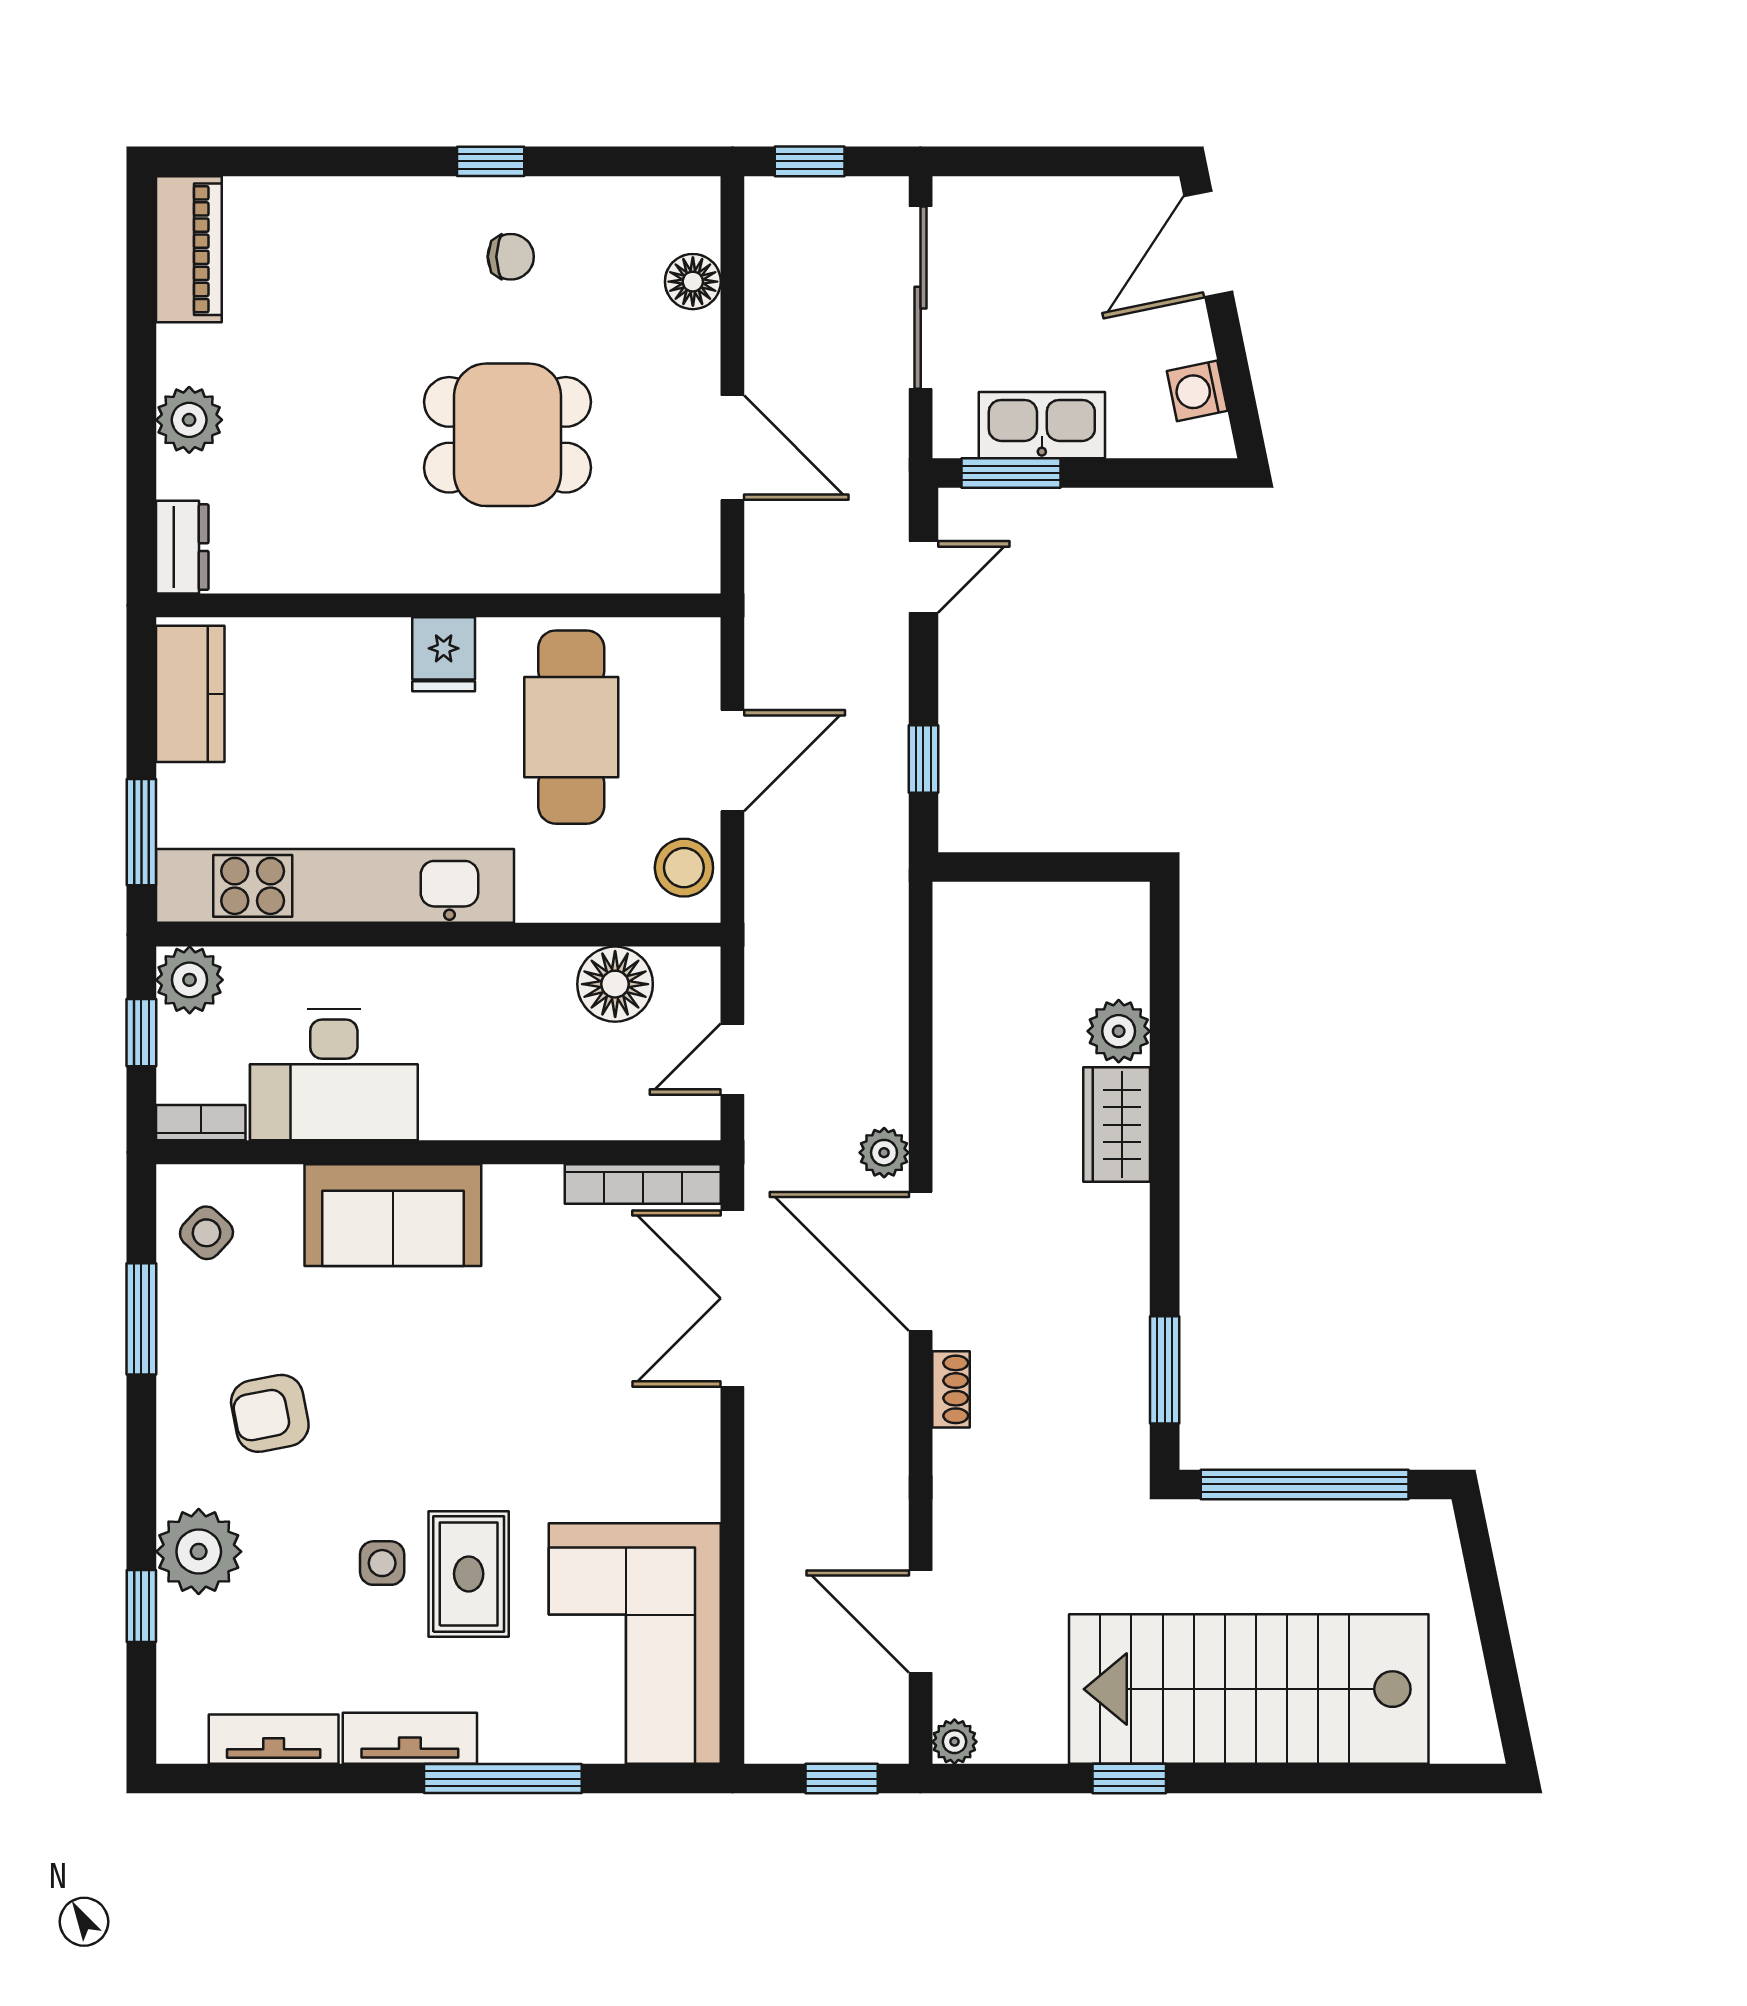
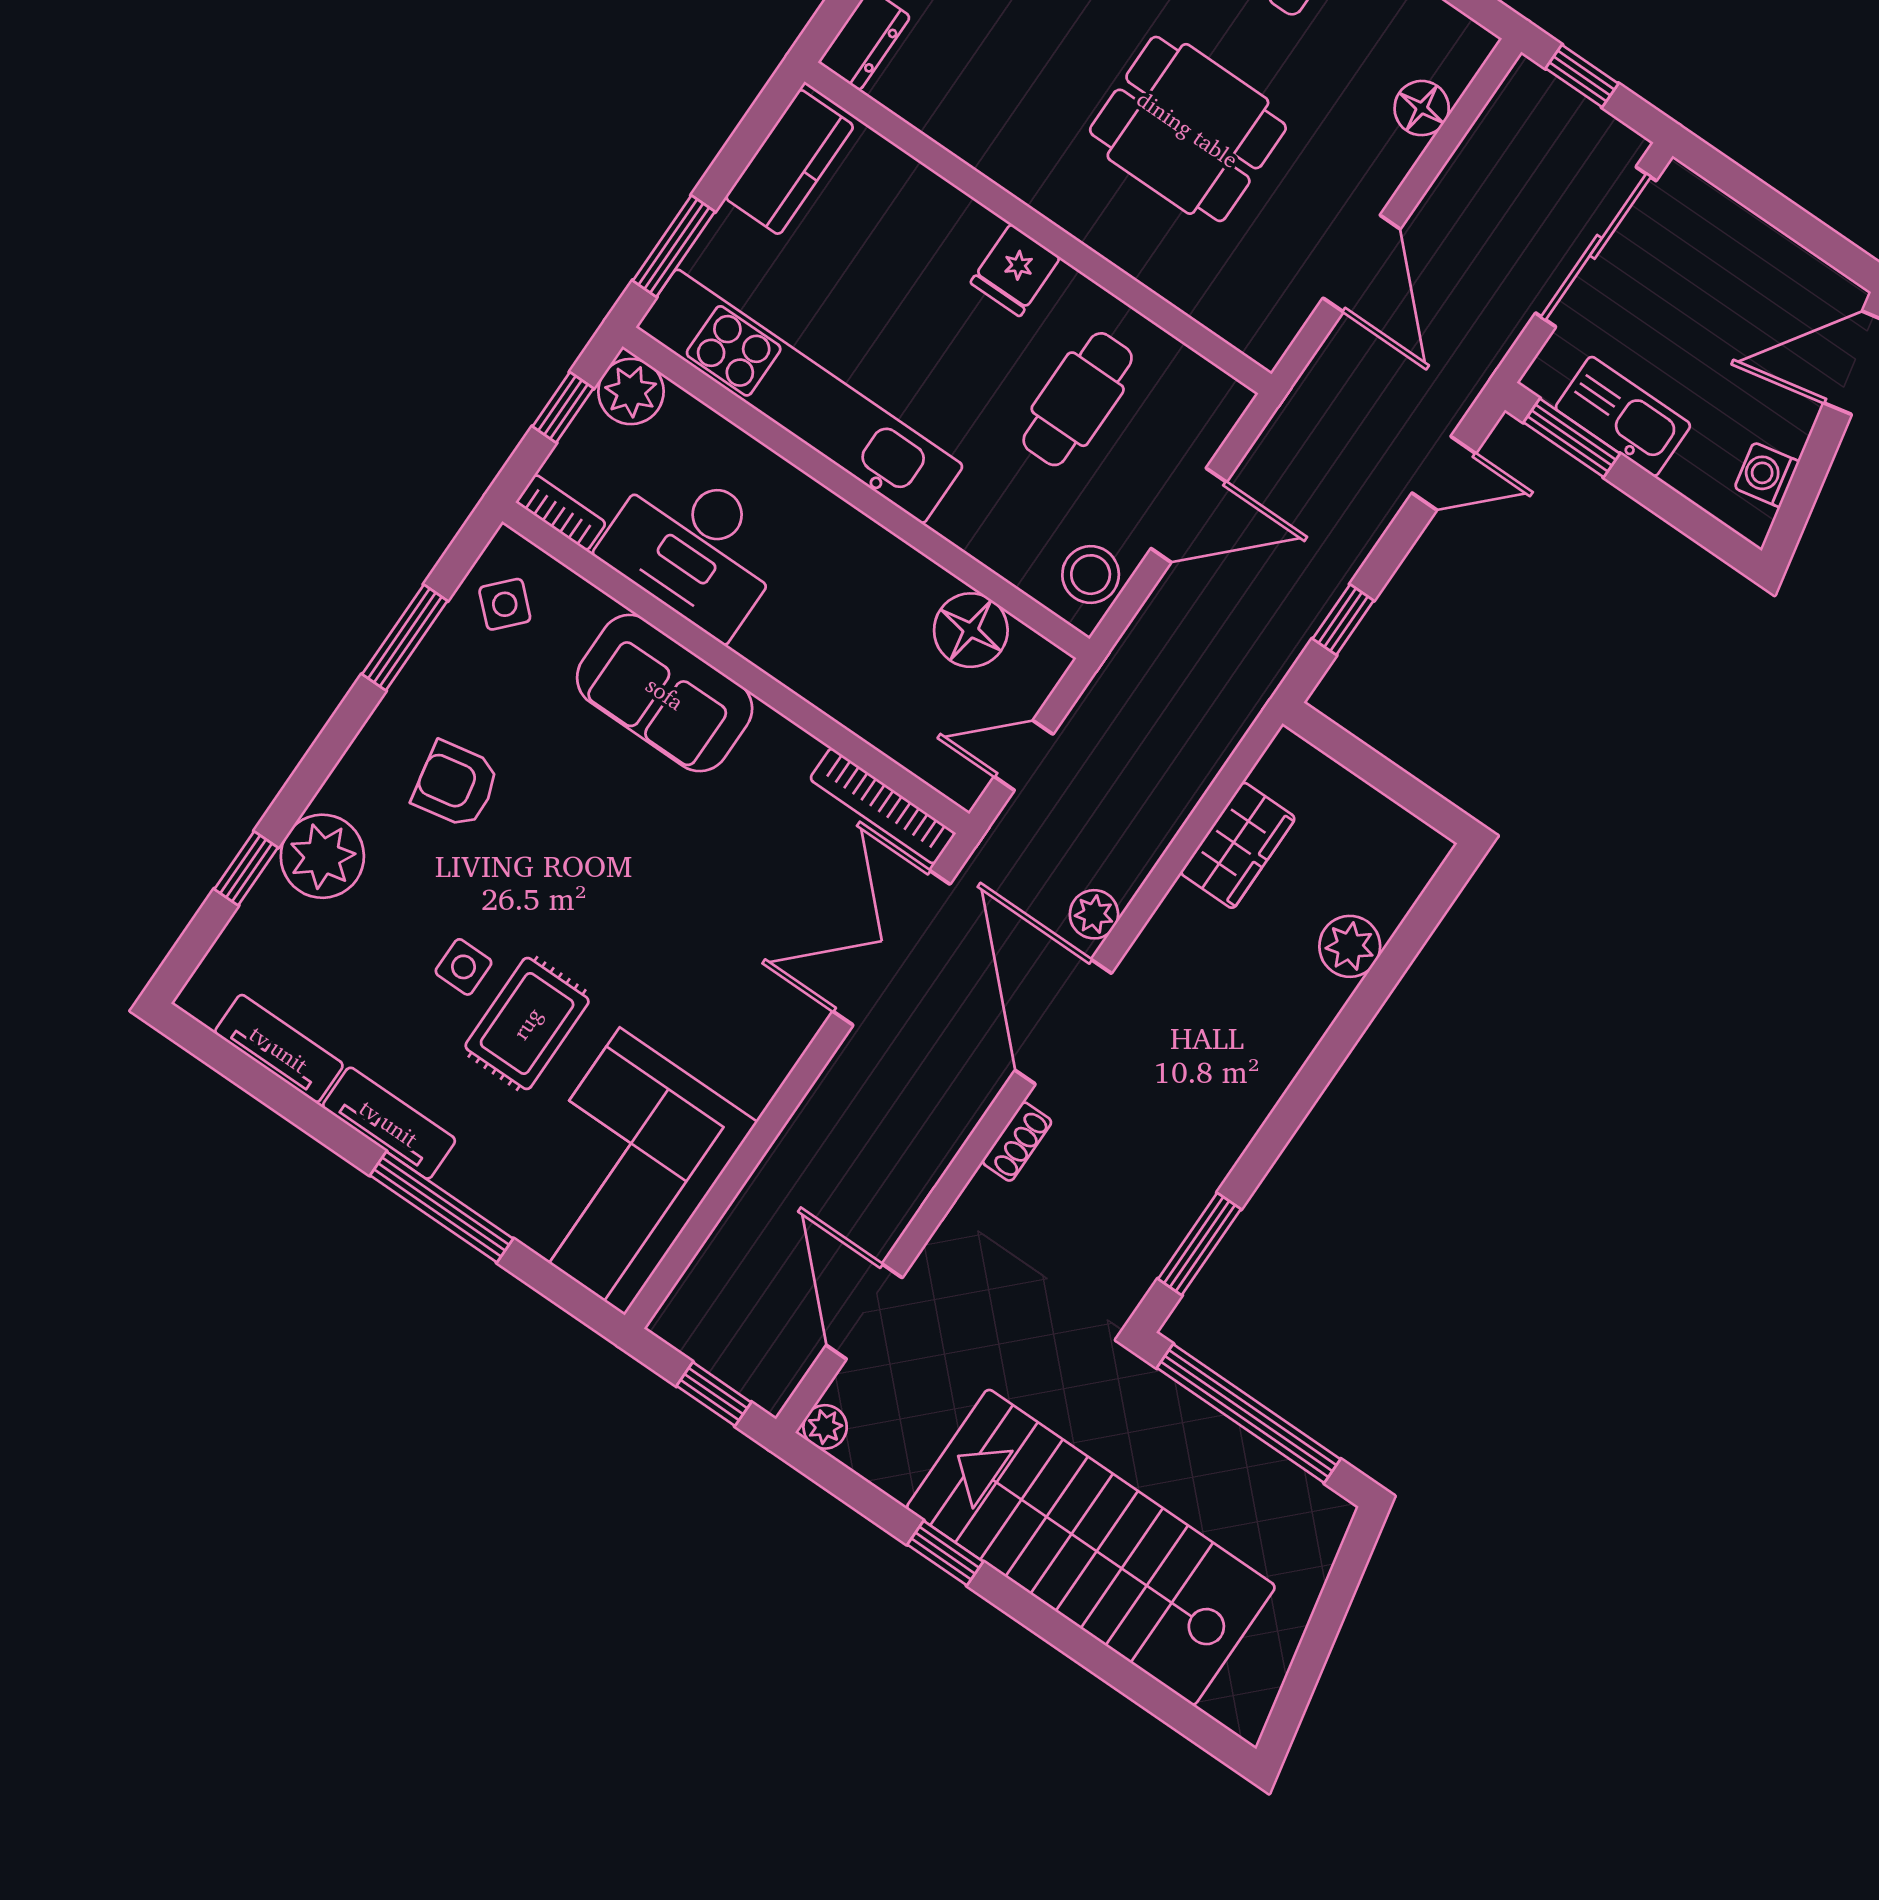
cafe table: (571, 727) -> (1078, 399), width x0.73, depth x0.74
wardrobe: (1117, 1125) -> (1238, 845), moved, turned 180

